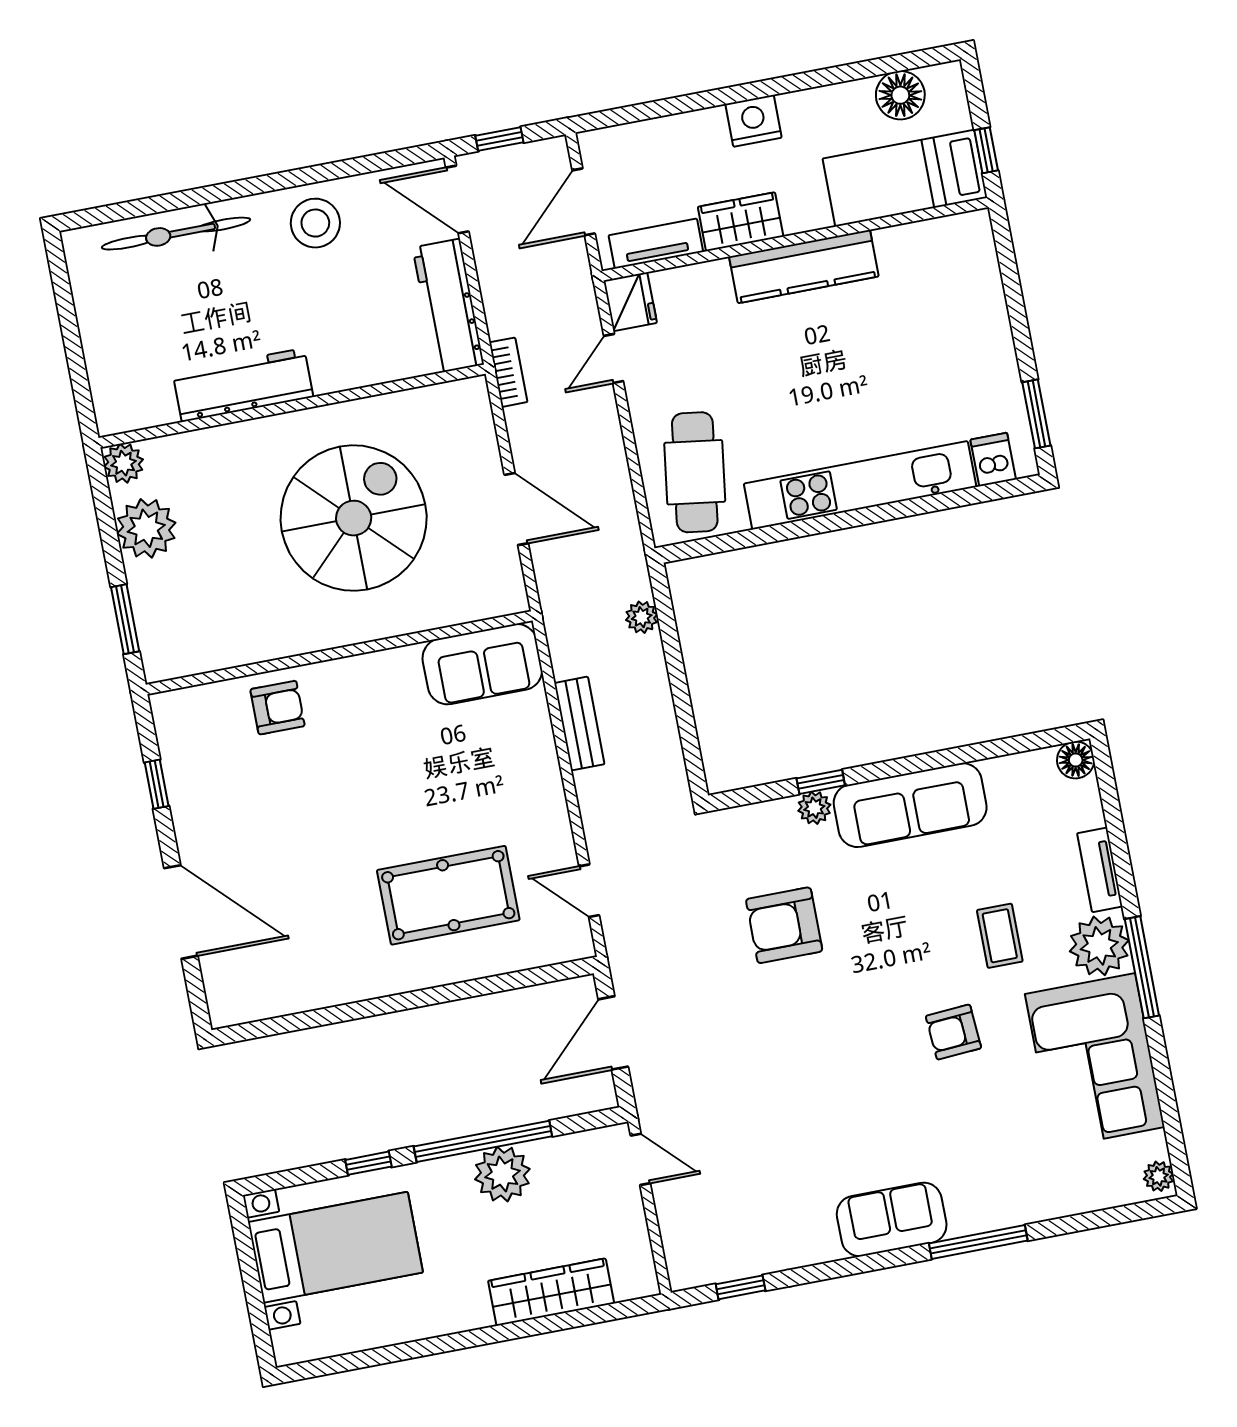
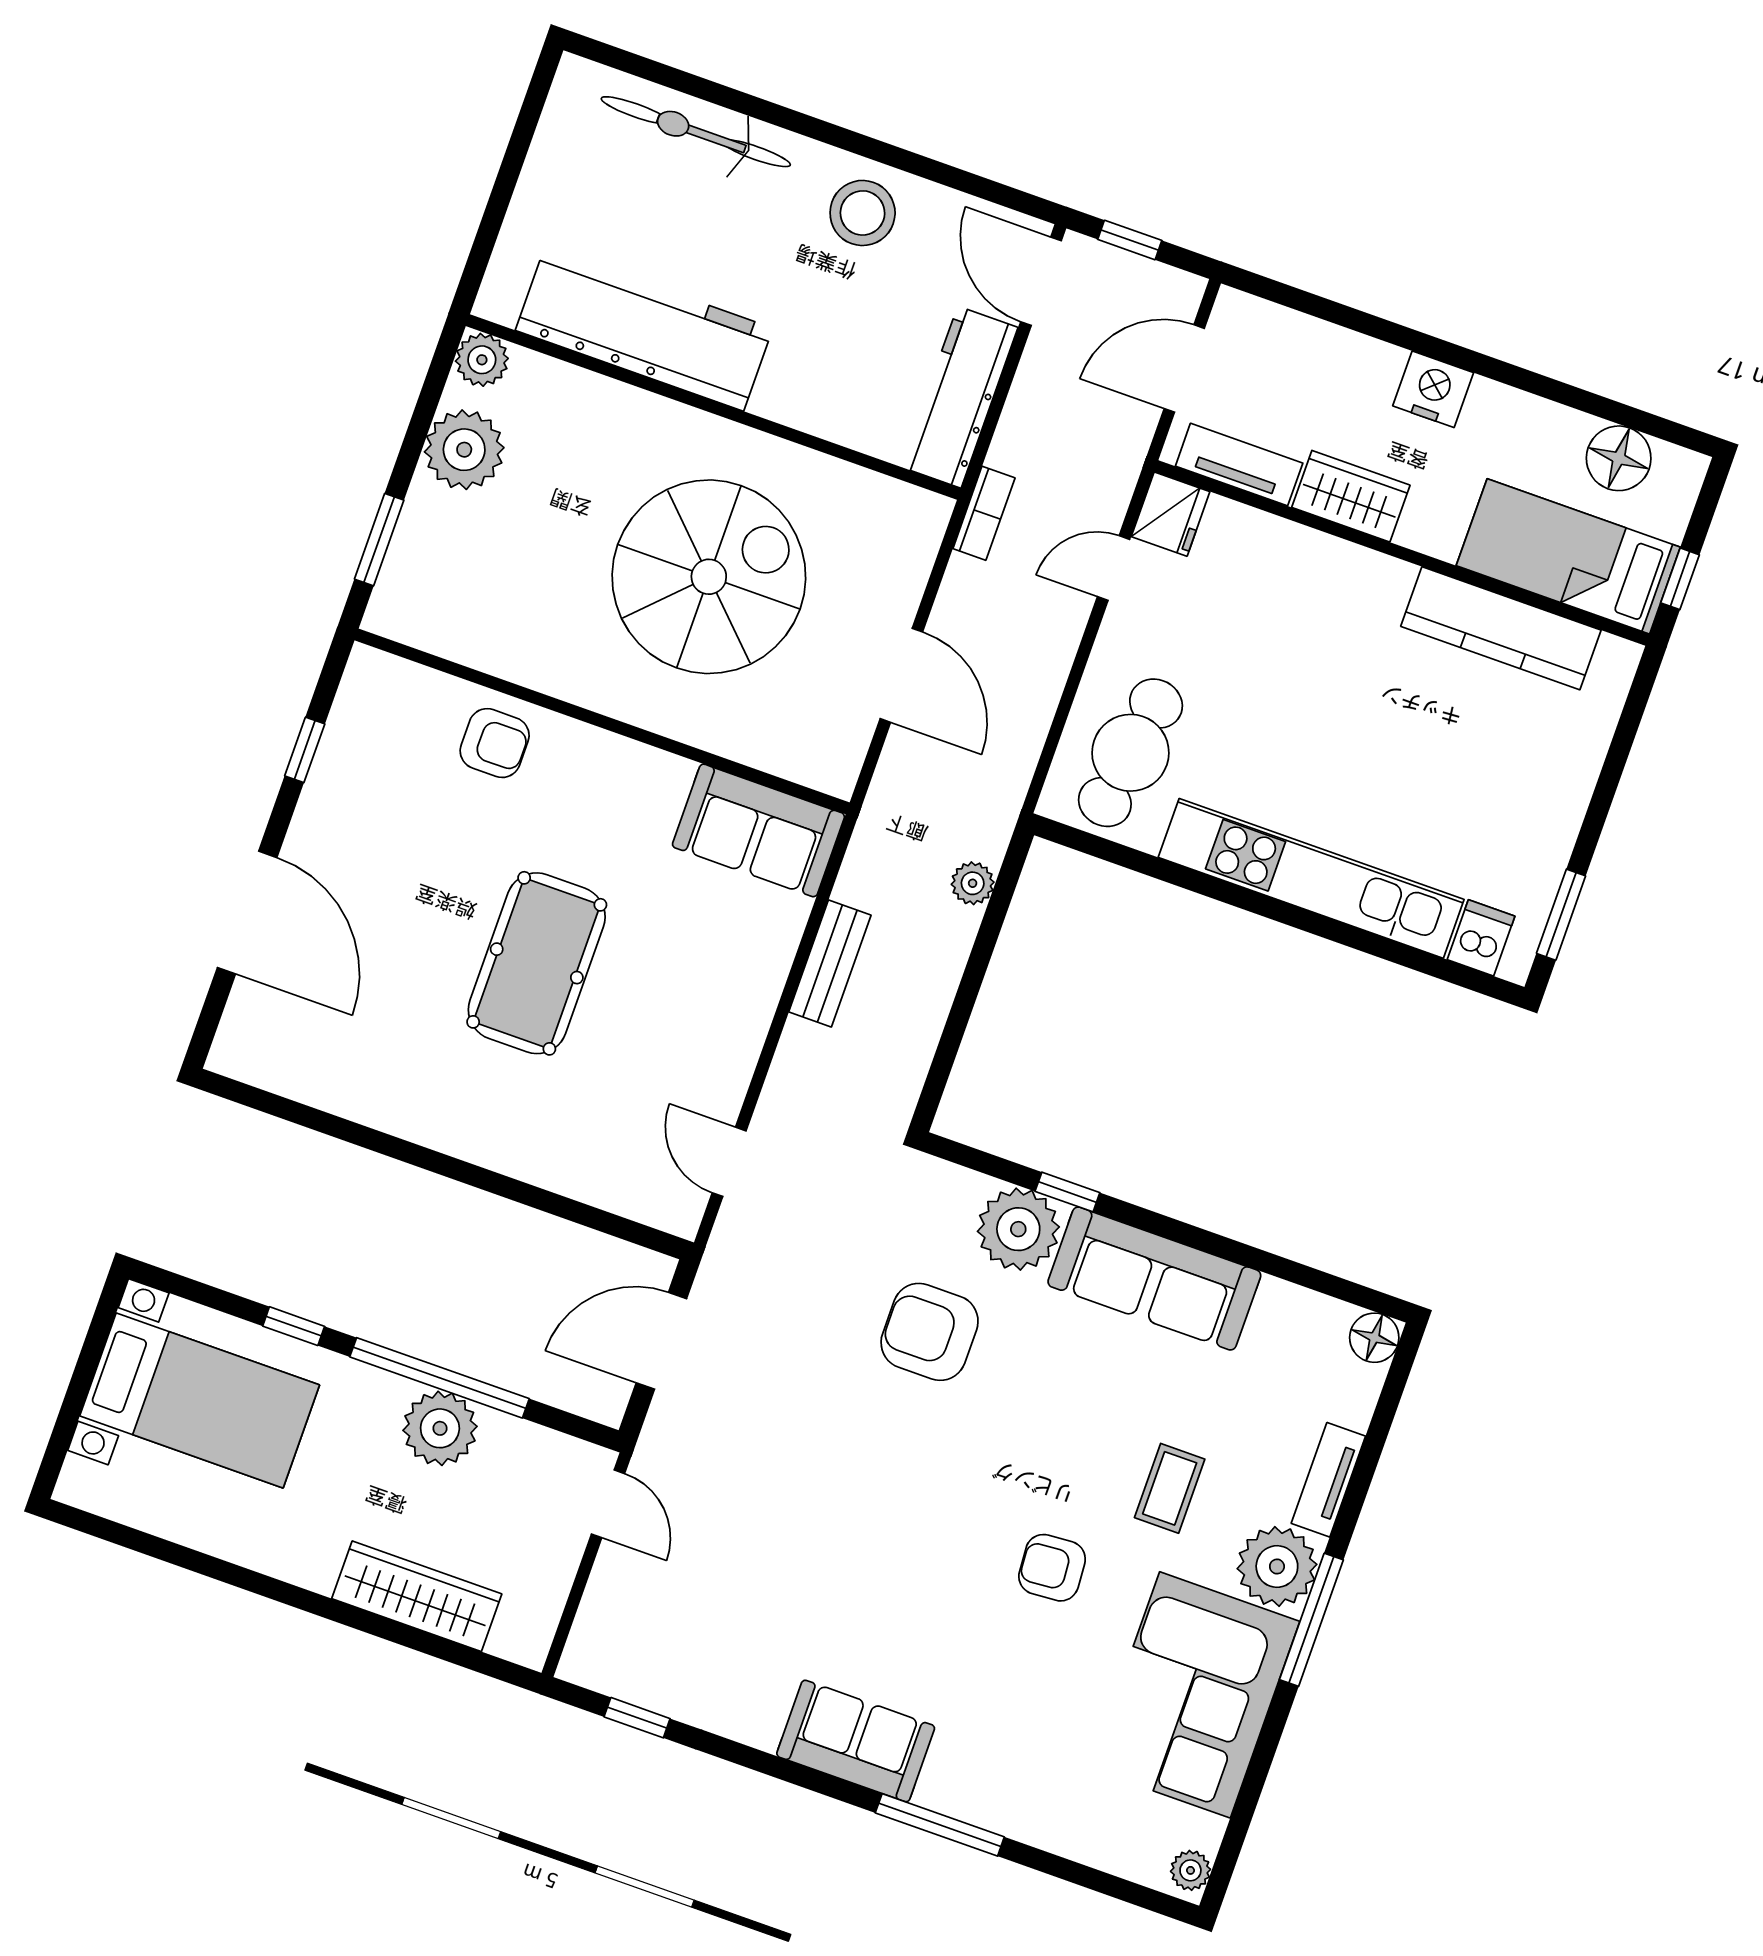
kitchen counter: (804, 267) -> (1501, 628), moved
workbench: (243, 385) -> (644, 329), width x1.36, depth x1.32
plant: (814, 808) -> (1018, 1229), width x1.87, depth x1.87
pool table: (448, 895) -> (537, 963), moved, turned 90

